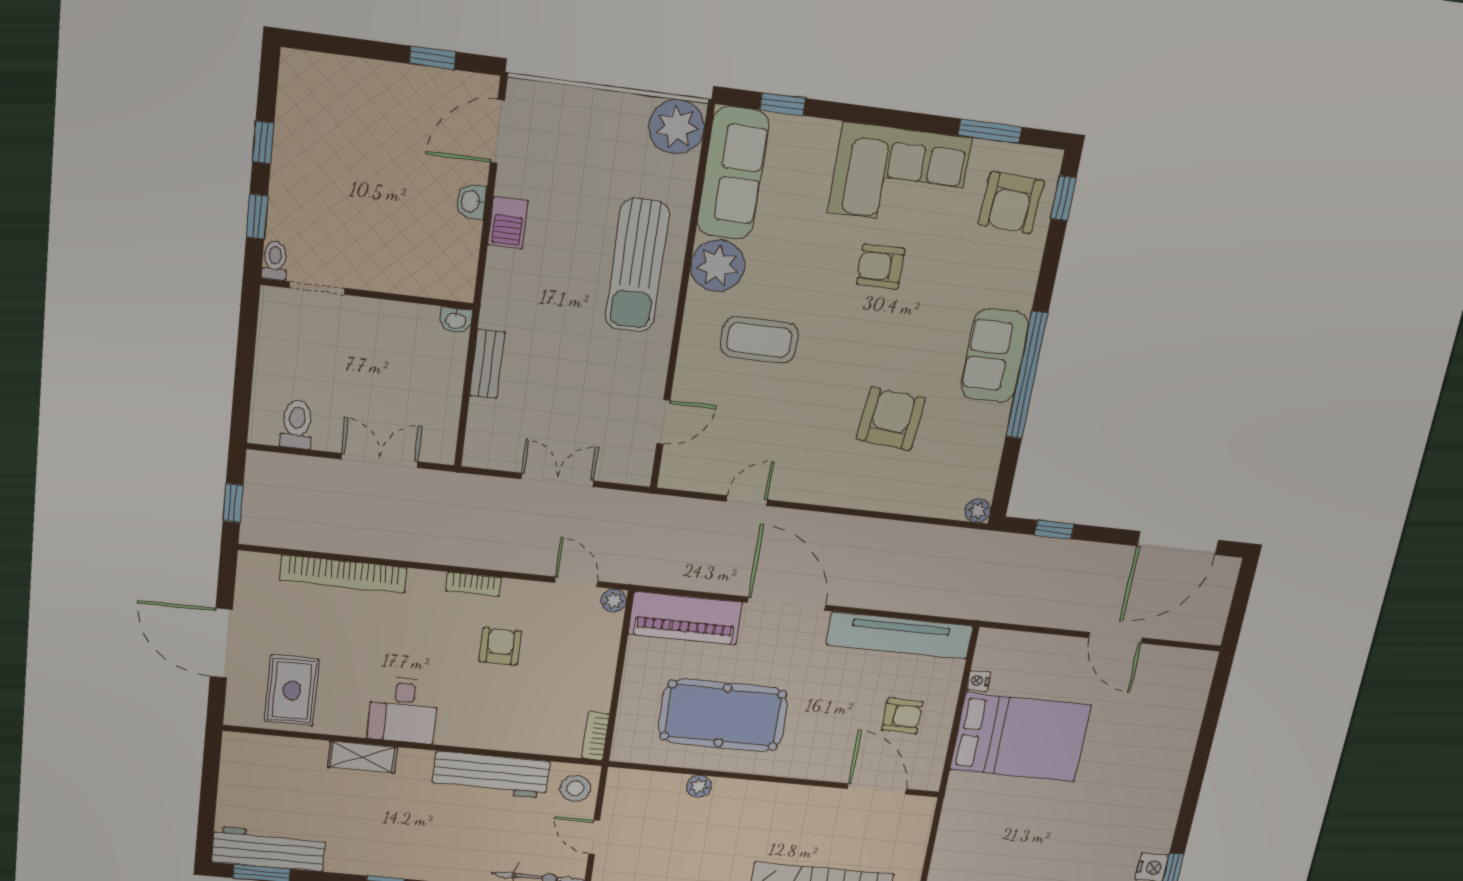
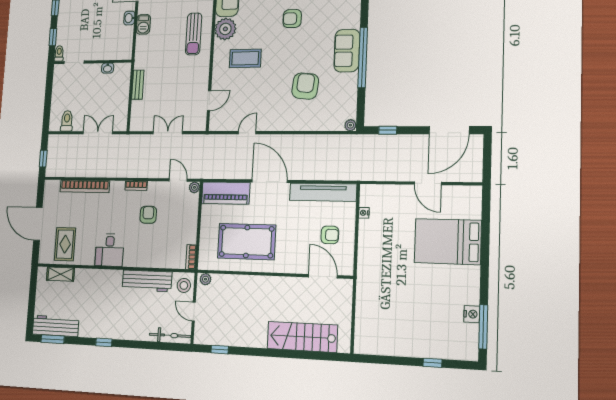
sun lounger: (637, 266) -> (194, 34), width x0.73, depth x0.75
washbasin: (456, 320) -> (108, 68), moved
bed: (1020, 737) -> (448, 242), moved, turned 180
shelving: (362, 757) -> (60, 274), moved
plant: (699, 786) -> (205, 279), moved

